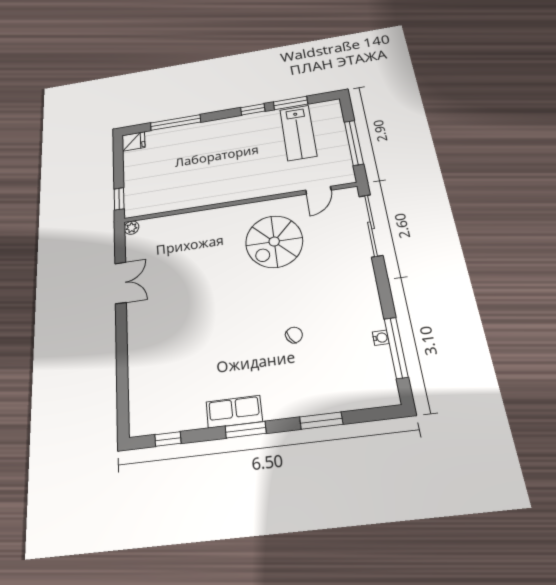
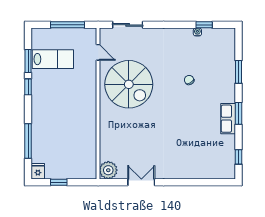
window: (119, 199) -> (59, 182), moved
sliding door: (371, 225) -> (128, 25), width x0.73
plant: (131, 228) -> (108, 170), width x1.88, depth x1.88
spiral stairs: (274, 242) -> (129, 84), width x1.37, depth x1.37
window: (396, 348) -> (204, 25), width x0.46

